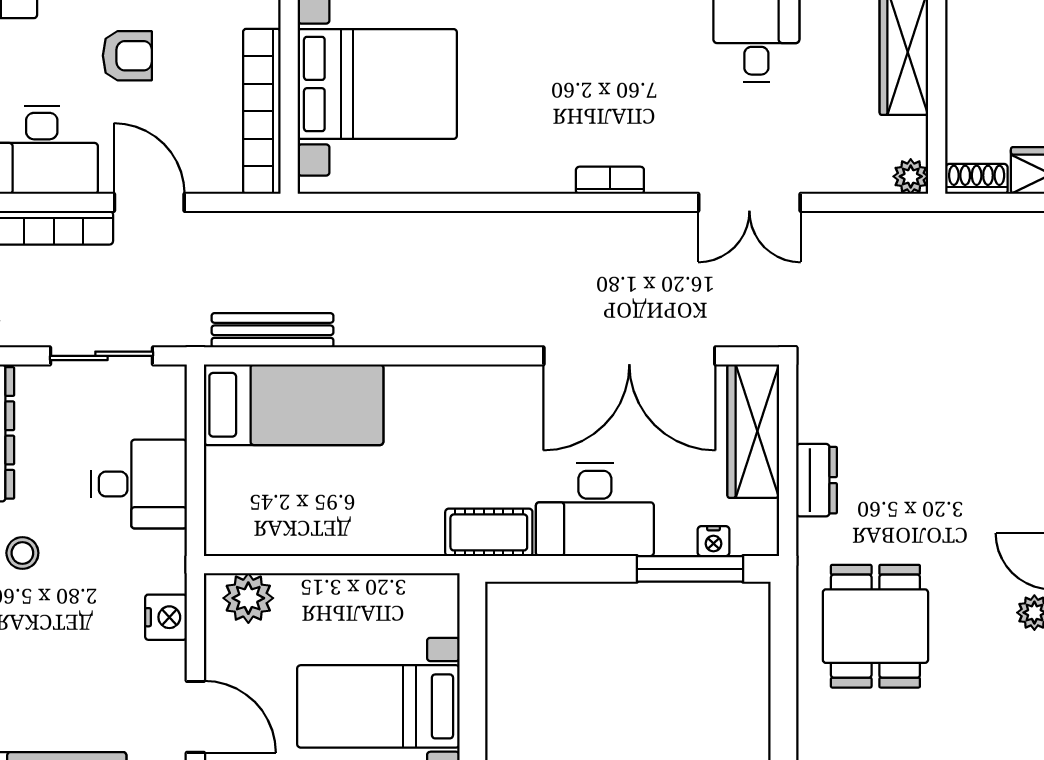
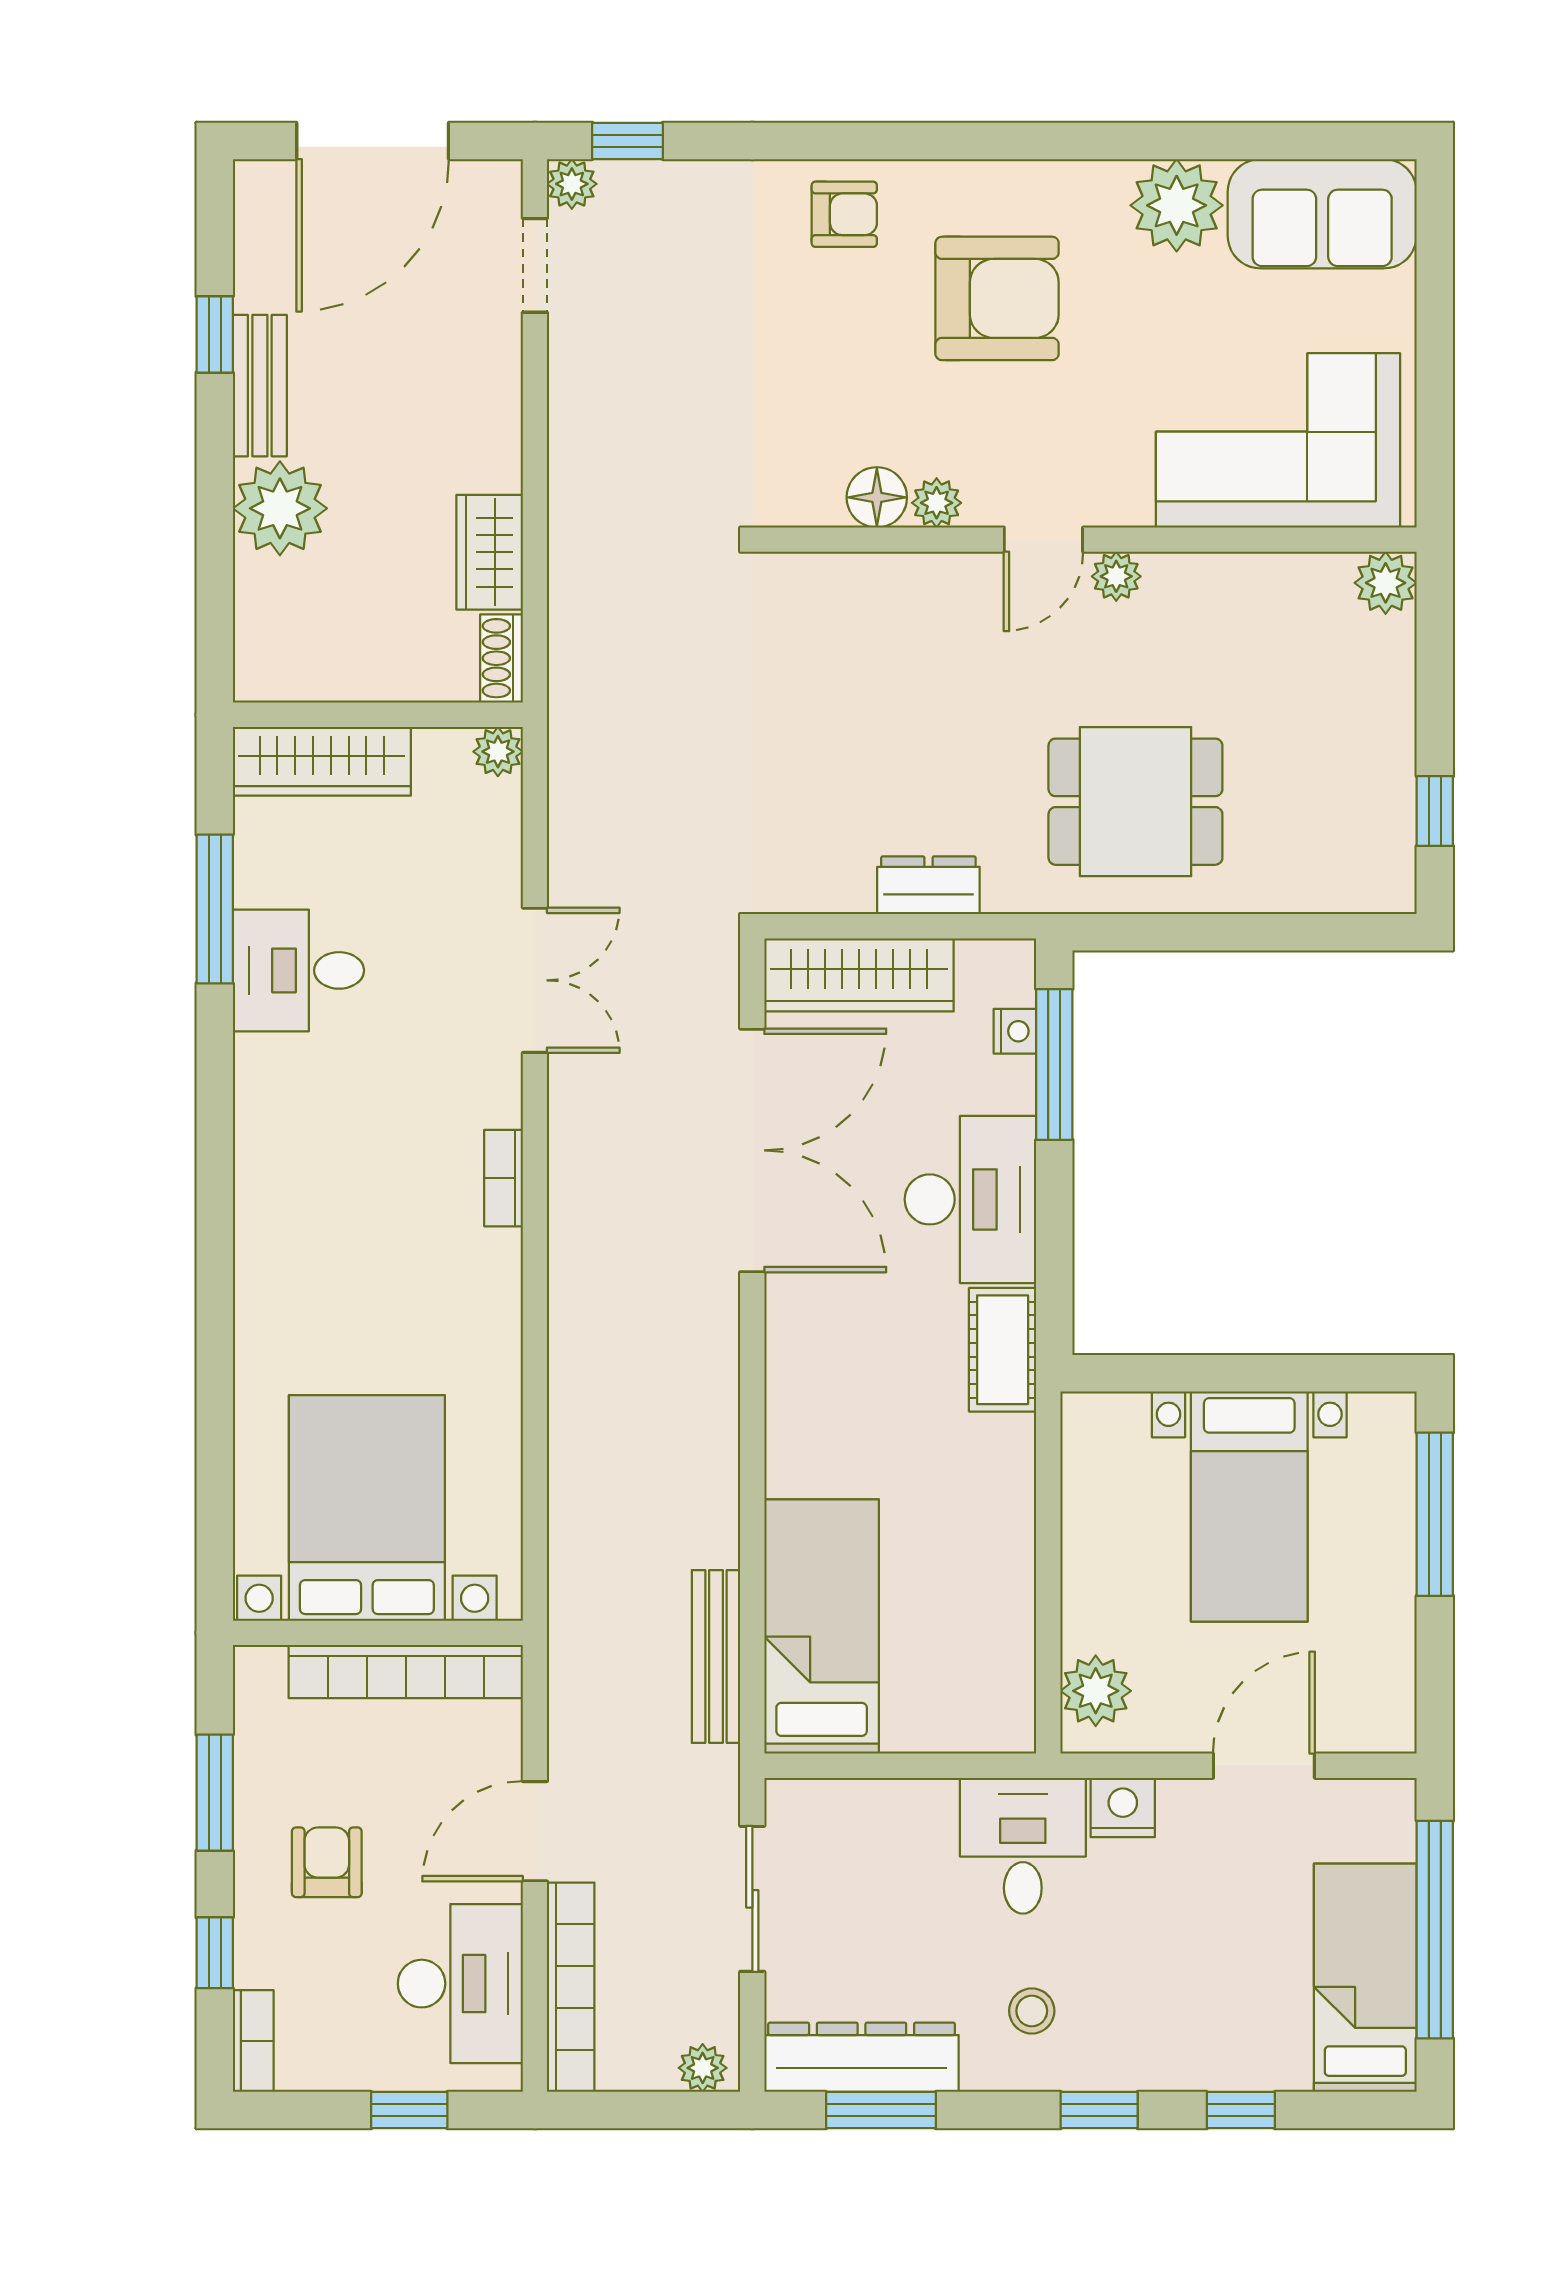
desk: (139, 484) -> (1023, 1846), moved

